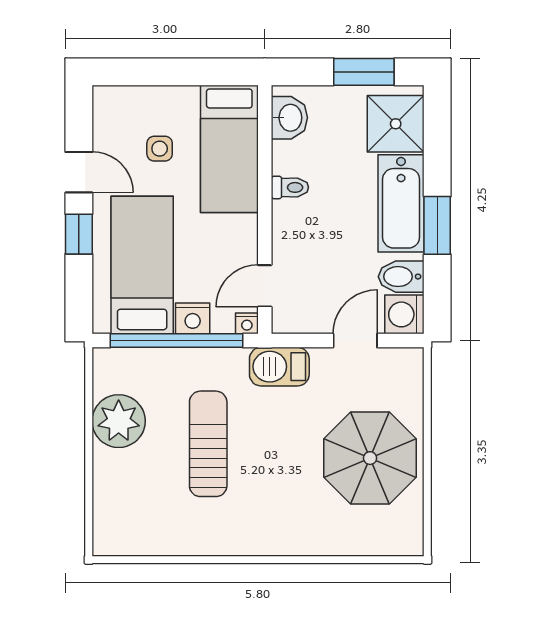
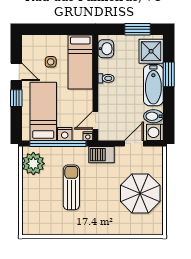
window: (437, 225) -> (169, 74), moved
plant: (119, 421) -> (33, 164), moved

